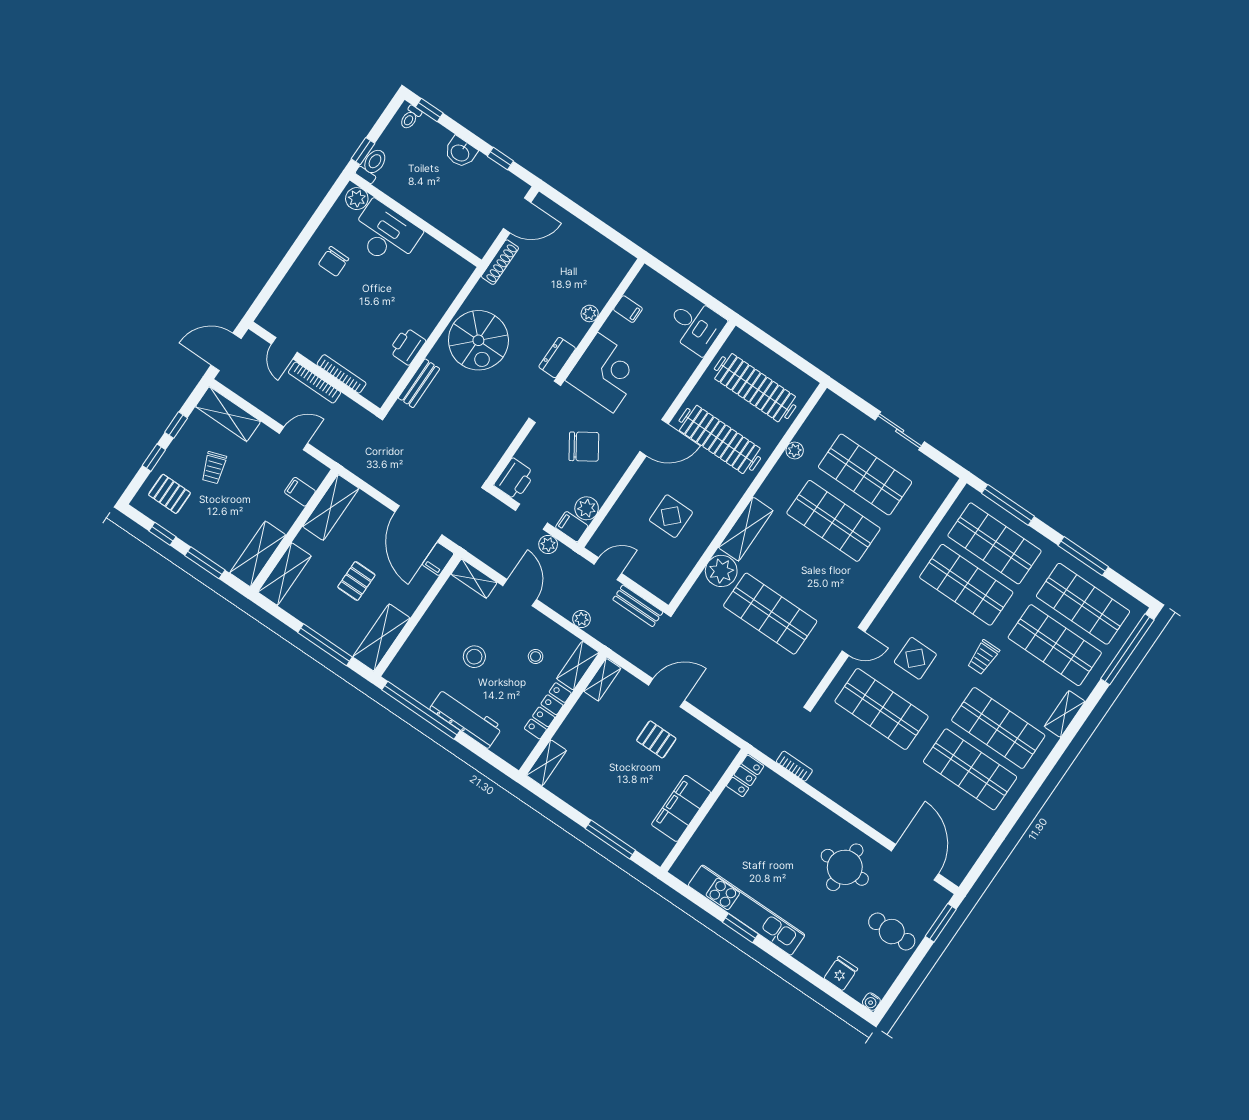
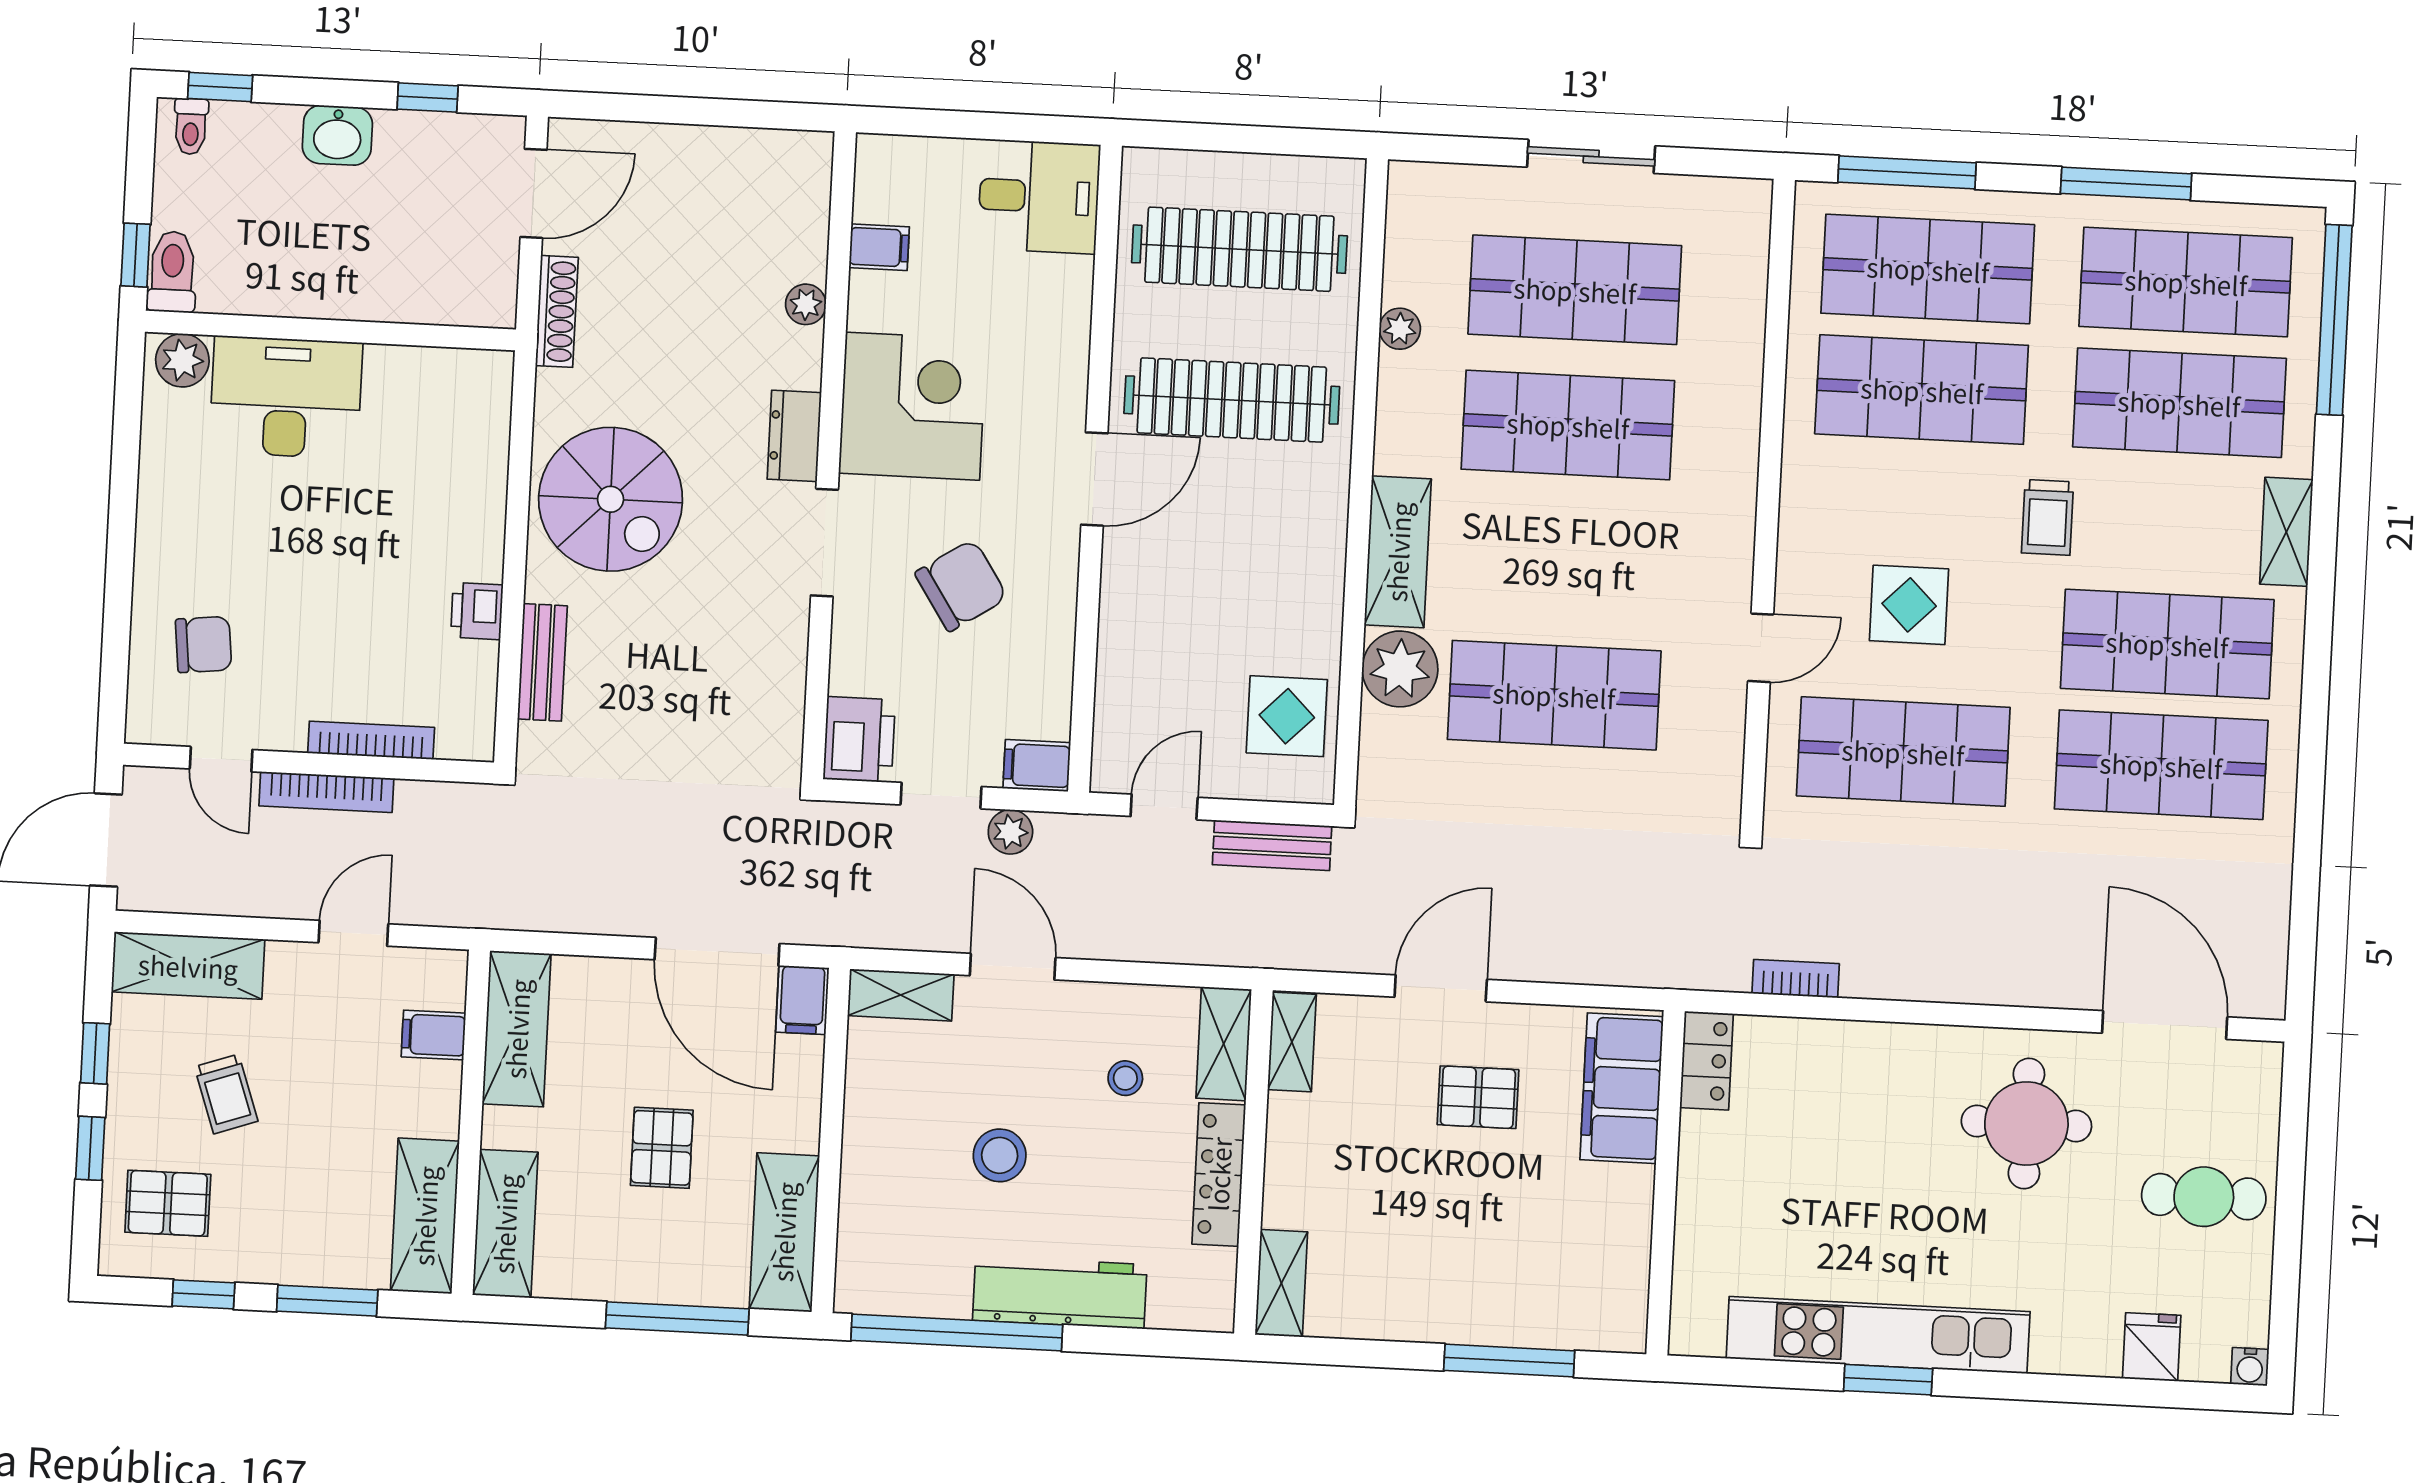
chair: (334, 261) -> (204, 645), moved, turned -96
printer: (407, 346) -> (477, 611), width x0.73, depth x0.81
plant: (587, 508) -> (1044, 709), removed
display table: (671, 516) -> (1287, 716), moved
plant: (581, 619) -> (1173, 943), removed
filing cabinet: (681, 808) -> (1622, 1088), moved
window: (941, 923) -> (2294, 1117), removed

